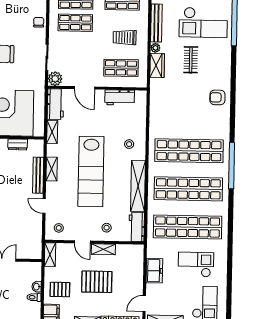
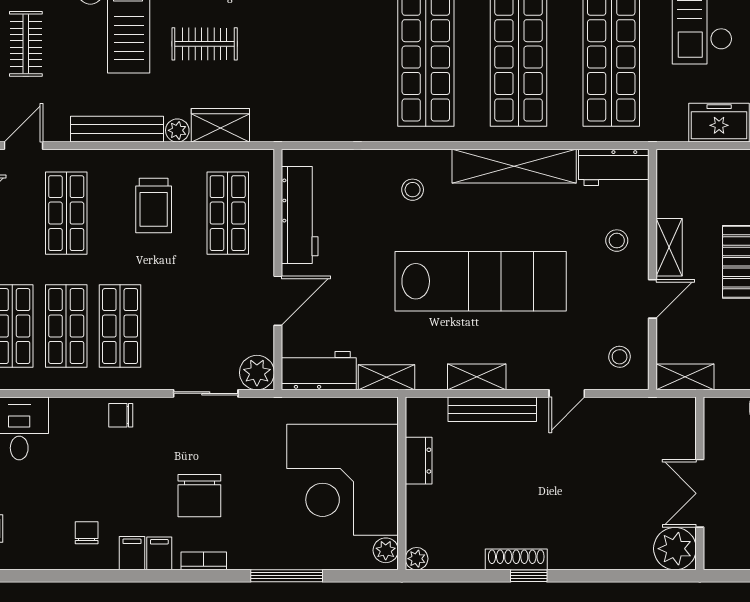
workbench: (120, 97) -> (300, 215), width x1.38

